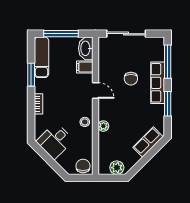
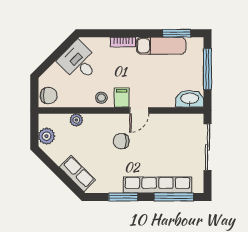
exam couch: (42, 57) -> (161, 46), moved
filing cabinet: (85, 67) -> (122, 98), moved
window: (31, 75) -> (177, 33), moved
chair: (131, 79) -> (121, 141), moved
row of seats: (158, 83) -> (157, 185), width x1.36
plant: (103, 126) -> (76, 120), moved

